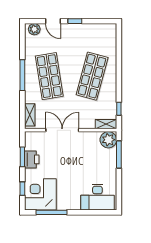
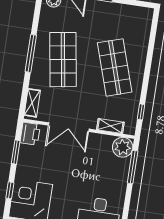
shop shelf: (92, 76) -> (115, 67), turned -33
shelving: (106, 124) -> (110, 126), moved
double door: (62, 130) -> (69, 127), swing flipped
printer: (32, 159) -> (30, 134), moved

